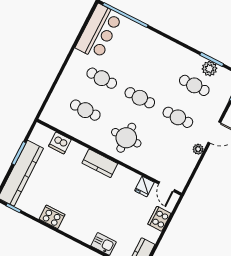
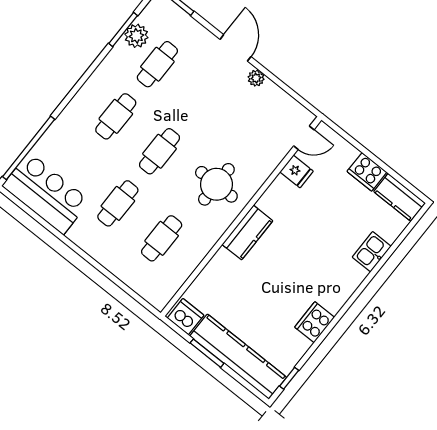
cafe table: (178, 117) -> (116, 116), moved
dishwasher: (60, 143) -> (186, 317), moved, turned -90
cooker: (159, 219) -> (367, 172), moved

